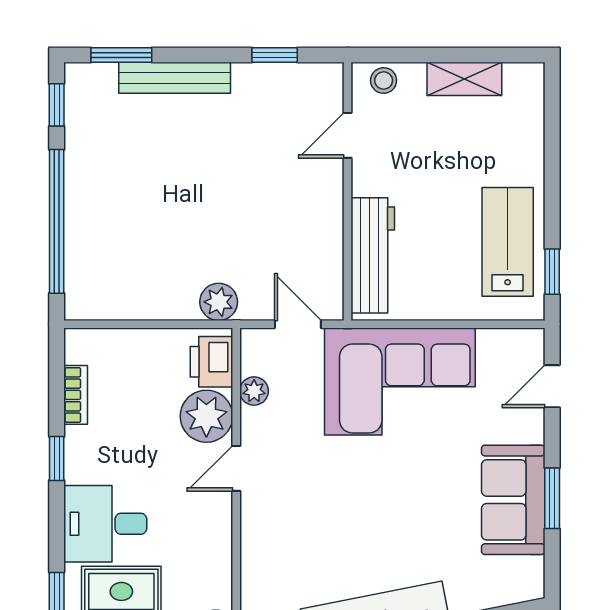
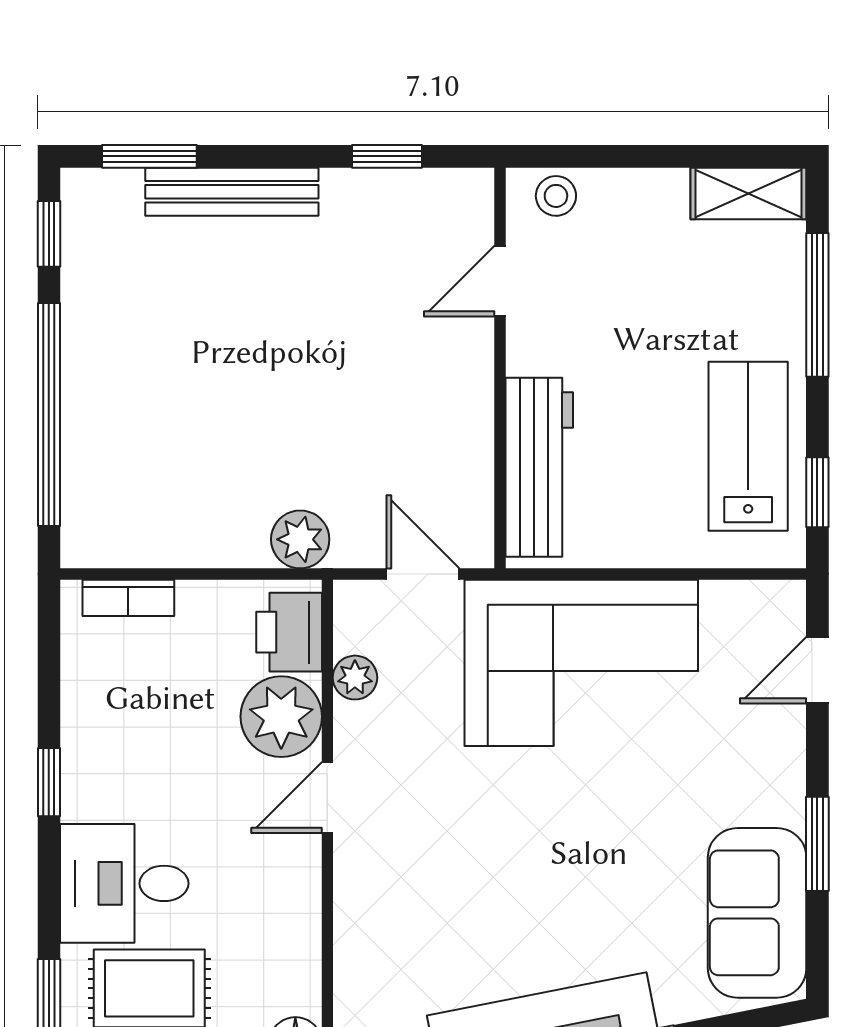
shelving: (464, 79) -> (748, 194), moved
window: (552, 151) -> (817, 305), added
bookcase: (76, 395) -> (128, 598), moved, turned 90
sofa: (513, 500) -> (757, 913), moved

